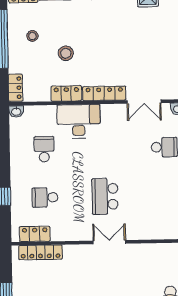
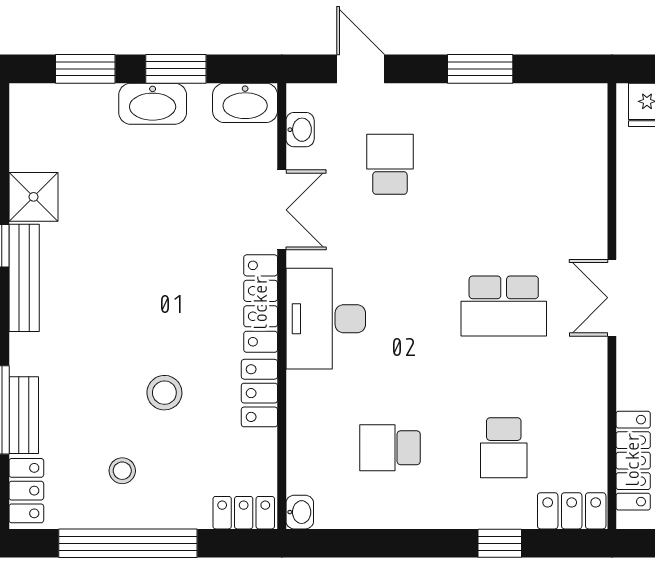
desk: (79, 121) -> (326, 319), moved
locker: (35, 234) -> (572, 511), moved, turned 90

